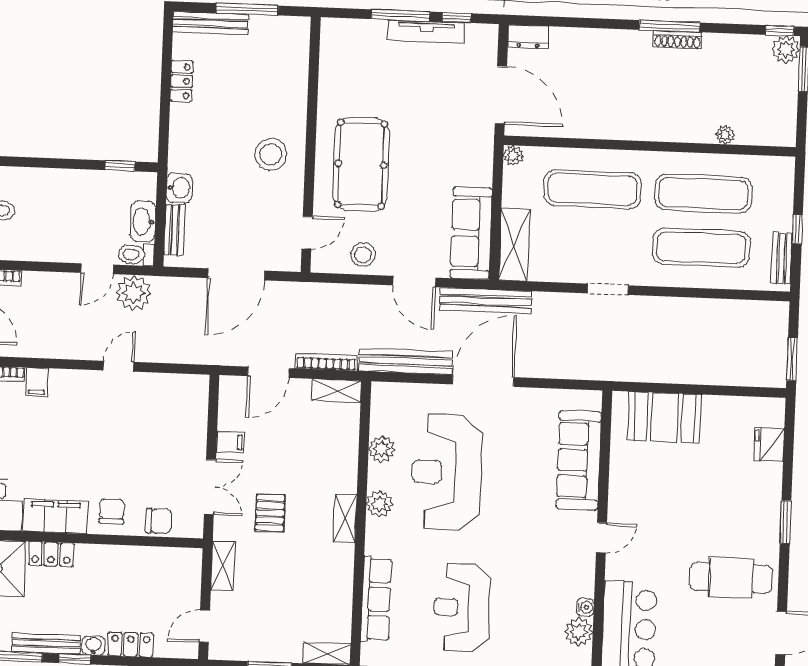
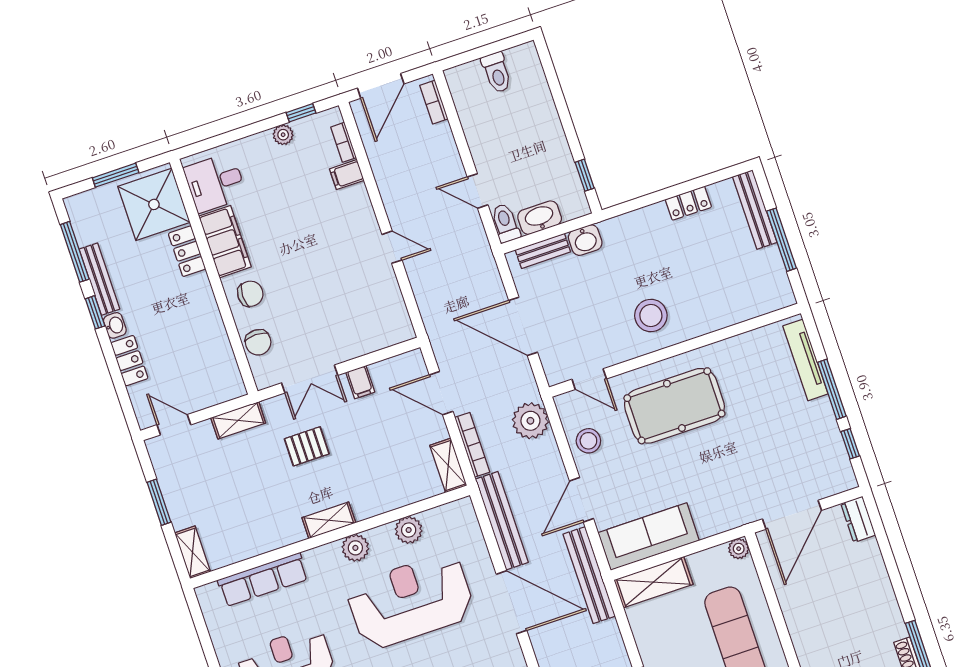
tv unit: (426, 32) -> (805, 360), moved
plant: (134, 293) -> (530, 421), moved

